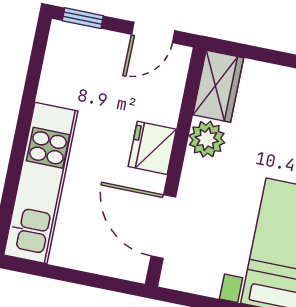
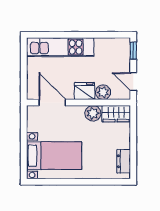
plant: (163, 106) -> (103, 92), added
door: (163, 227) -> (52, 103), hinge flipped

